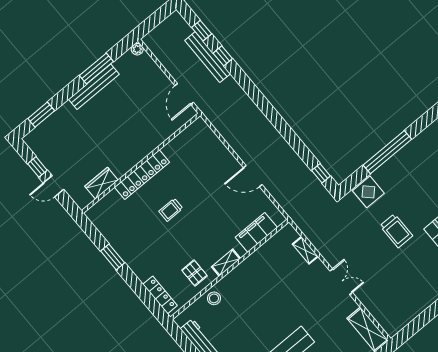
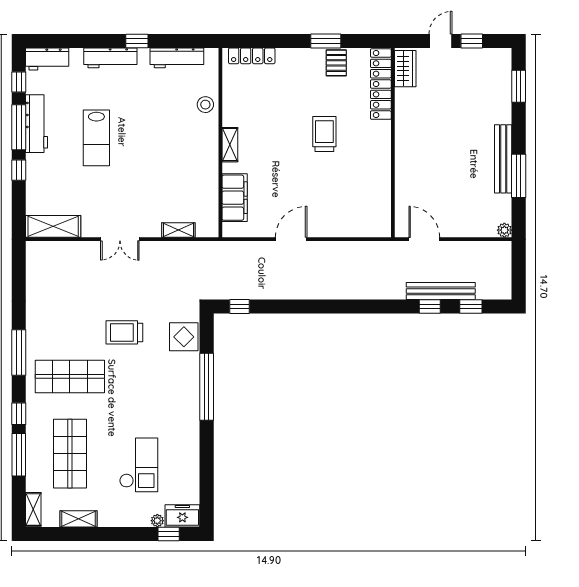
locker: (142, 175) -> (381, 84), moved
wardrobe: (101, 183) -> (405, 69), moved
trolley: (171, 210) -> (324, 134), width x1.36, depth x1.39
pallet: (195, 273) -> (336, 63), moved, turned 90

